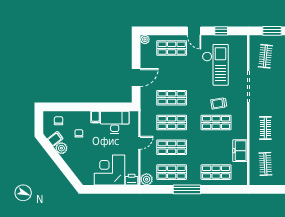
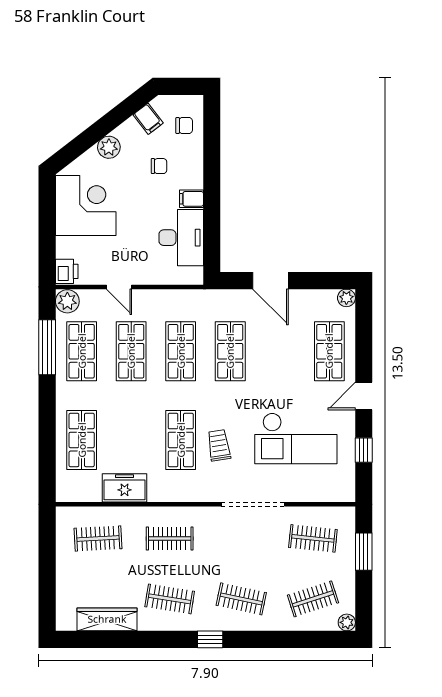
door: (139, 143) -> (119, 287), moved
plant: (61, 148) -> (109, 147), moved
corner desk: (110, 170) -> (86, 205), moved
window: (187, 189) -> (47, 347), moved

